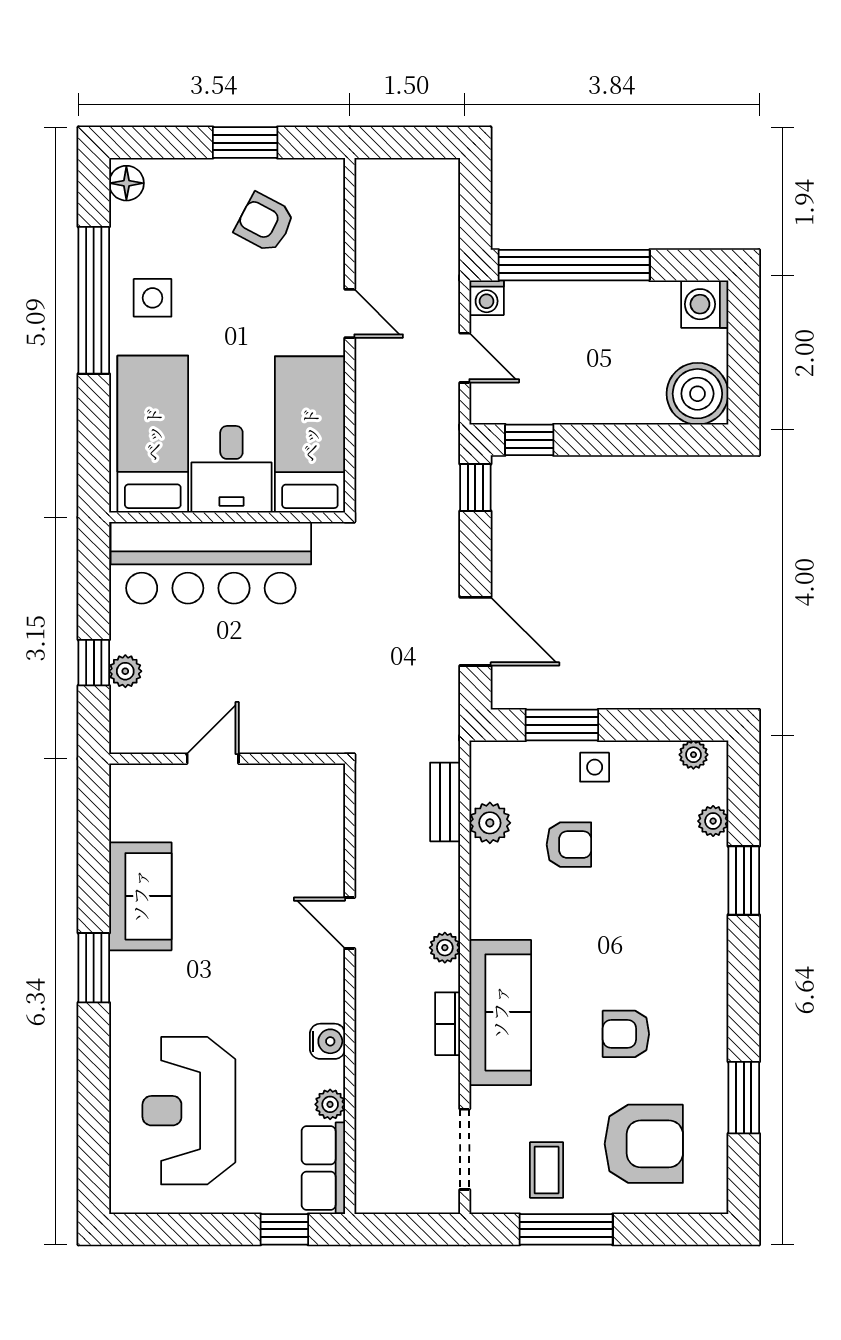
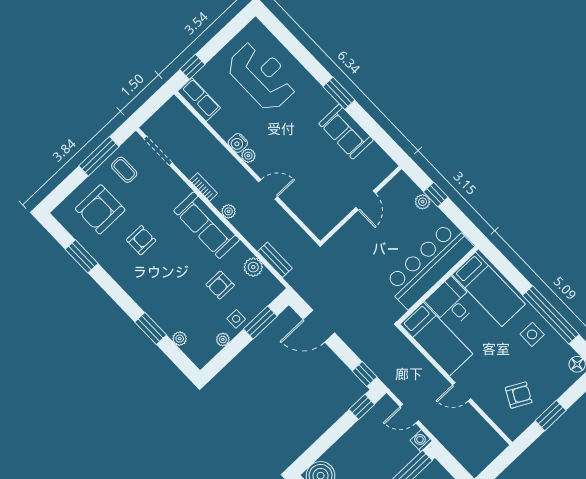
plant: (693, 755) -> (223, 339), moved
sofa: (500, 1012) -> (207, 225), moved
plant: (330, 1104) -> (248, 156), moved

